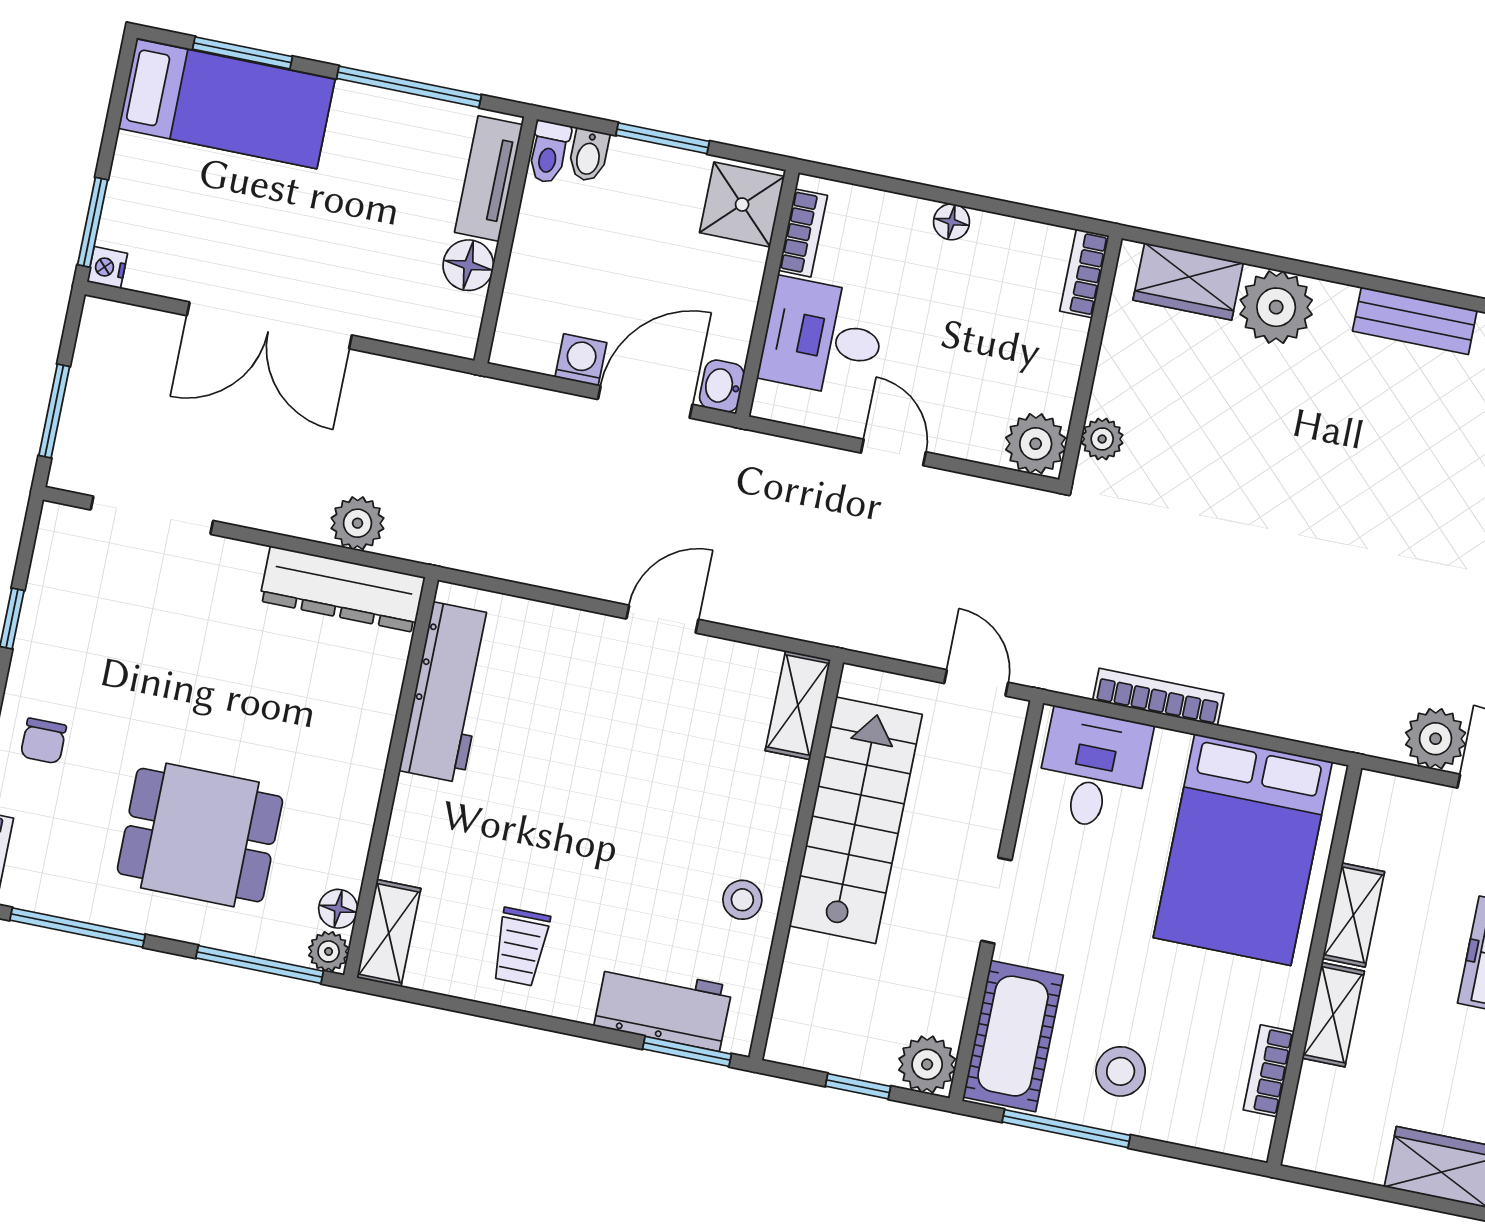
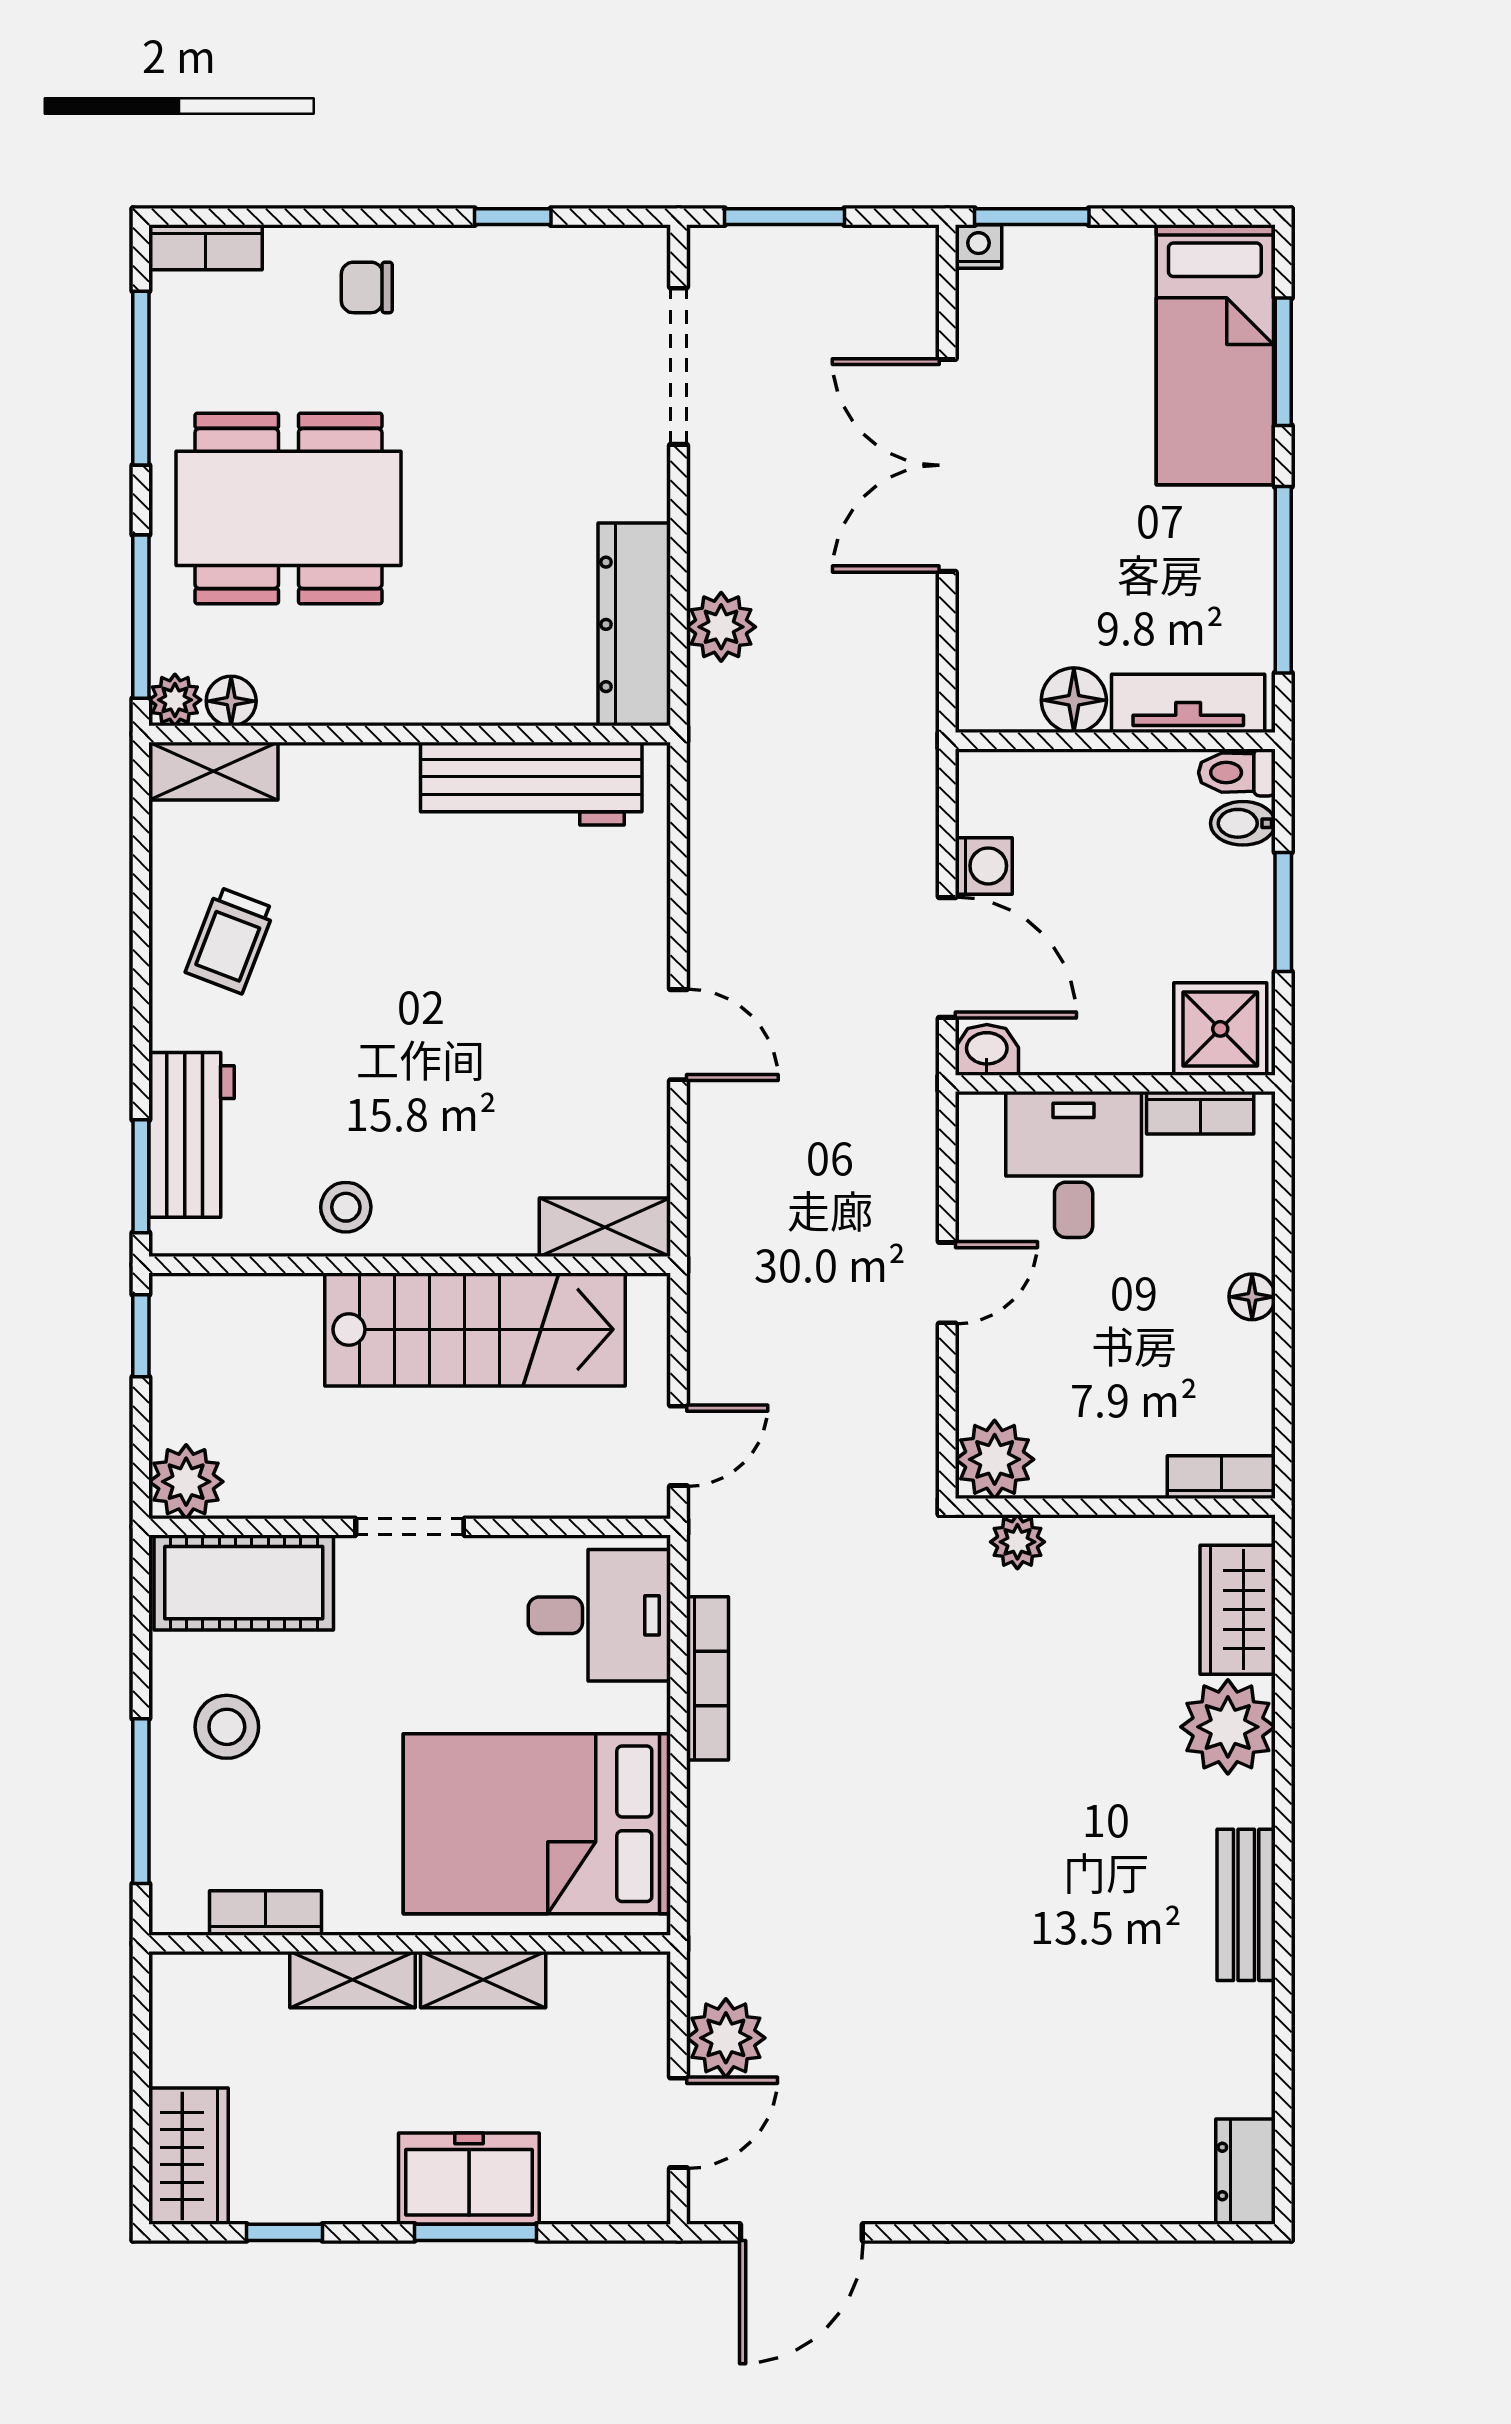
dining table: (200, 835) -> (288, 508), width x1.37
trolley: (521, 947) -> (230, 940), turned -69
window: (858, 1086) -> (141, 1336), moved
window: (1066, 1129) -> (141, 1801), moved

